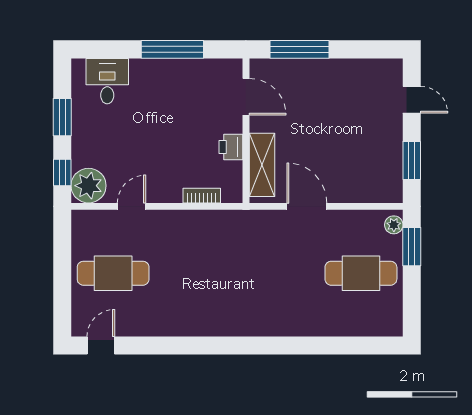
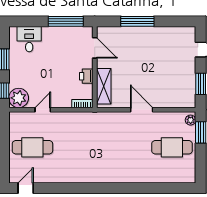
door: (246, 97) -> (95, 48), moved
wall: (246, 131) -> (95, 67), moved
printer: (231, 147) -> (86, 76), moved
shelving: (262, 165) -> (104, 86), moved

